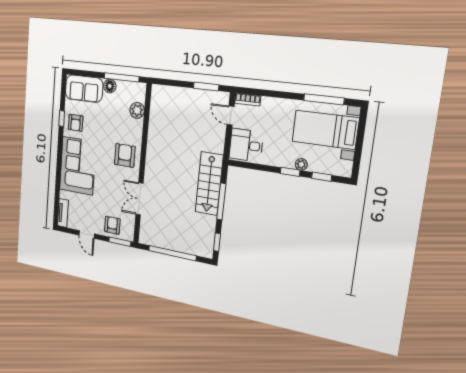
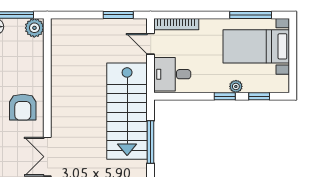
bookcase: (248, 100) -> (176, 24), width x1.56
plant: (137, 110) -> (34, 28), moved
armchair: (125, 155) -> (23, 107), turned 180
stairs: (209, 184) -> (127, 111), width x1.36, depth x1.51

